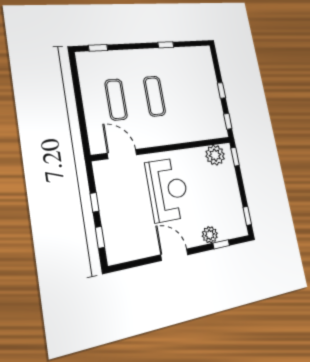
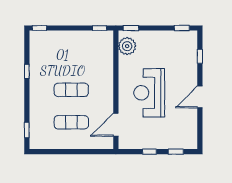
window: (221, 90) -> (39, 28), moved
reception desk: (168, 190) -> (149, 93), turned -90
plant: (210, 235) -> (191, 65), removed

